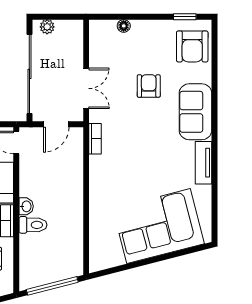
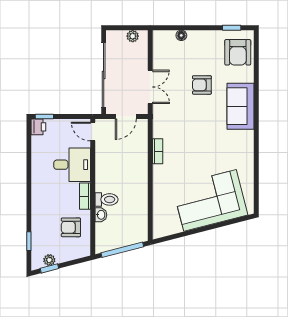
plant: (47, 27) -> (133, 36), moved
armchair: (149, 86) -> (202, 85), turned -90
bookcase: (95, 139) -> (158, 151), moved
tv unit: (204, 163) -> (247, 148), removed
washbasin: (26, 206) -> (101, 215), moved

